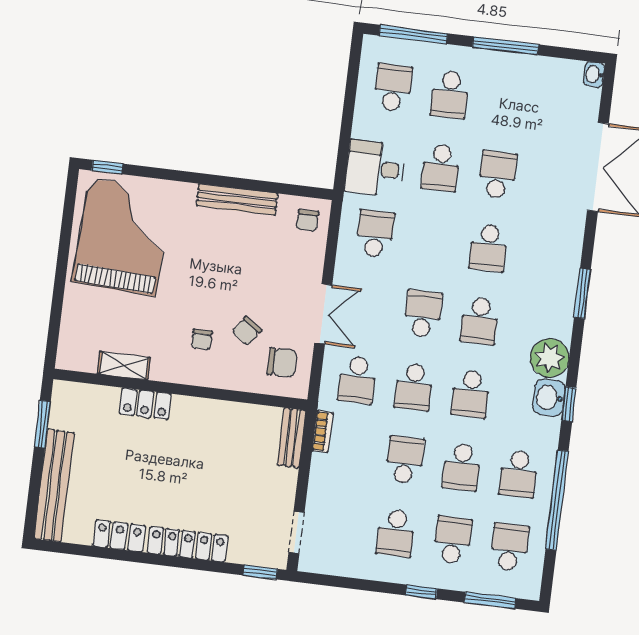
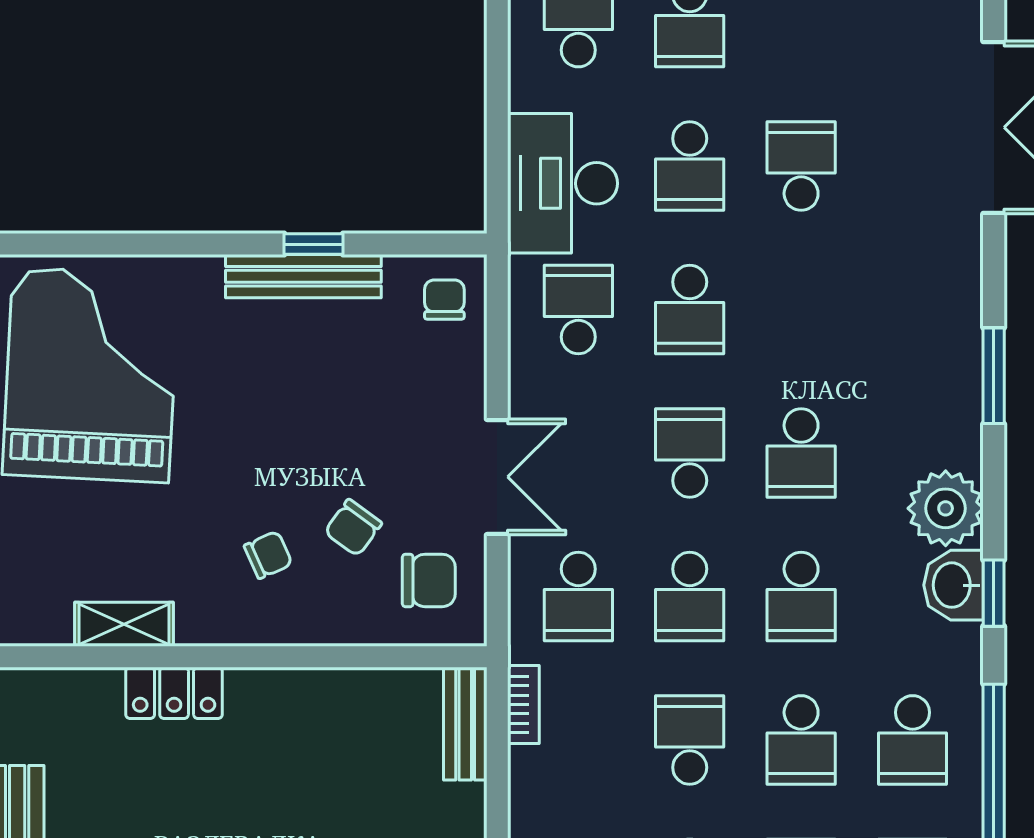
window: (107, 167) -> (314, 244), moved
desk: (375, 168) -> (563, 183), width x1.37
chair: (307, 220) -> (444, 300), turned 180
school desk: (489, 248) -> (690, 310), moved
chair: (202, 339) -> (268, 555), turned -114

